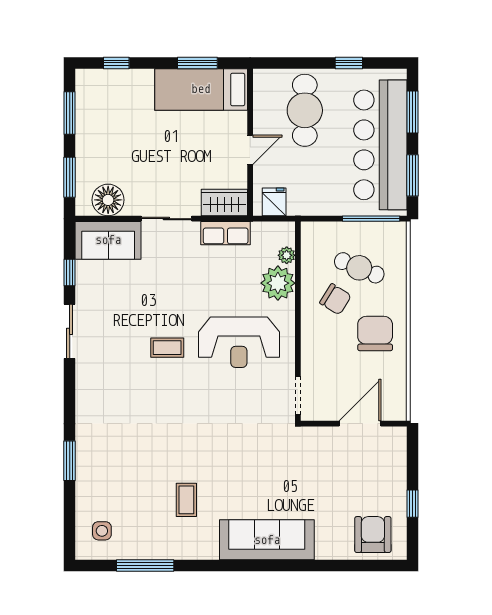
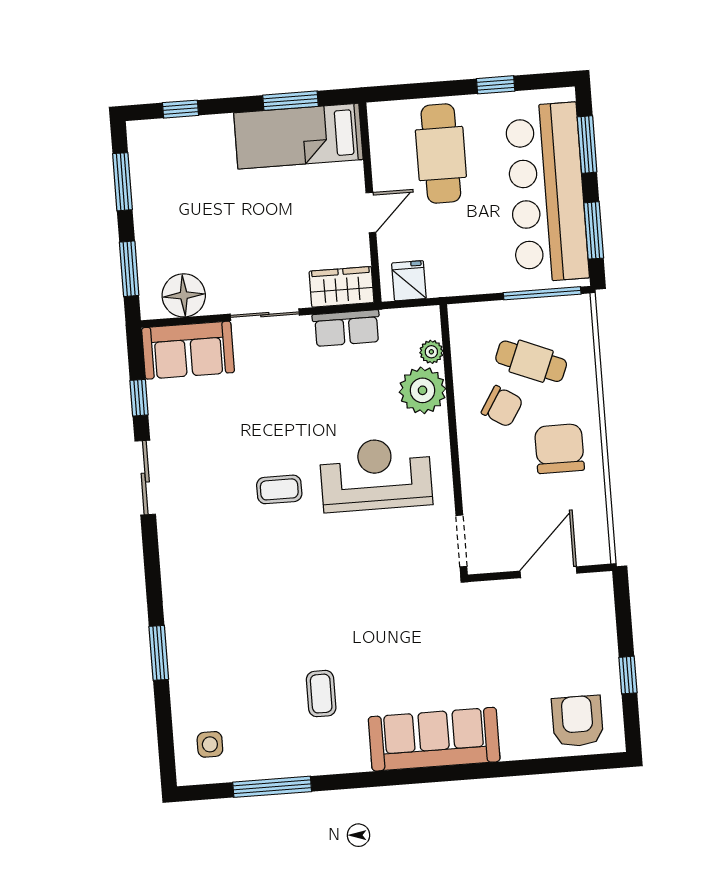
reception desk: (239, 342) -> (376, 474), turned 180

